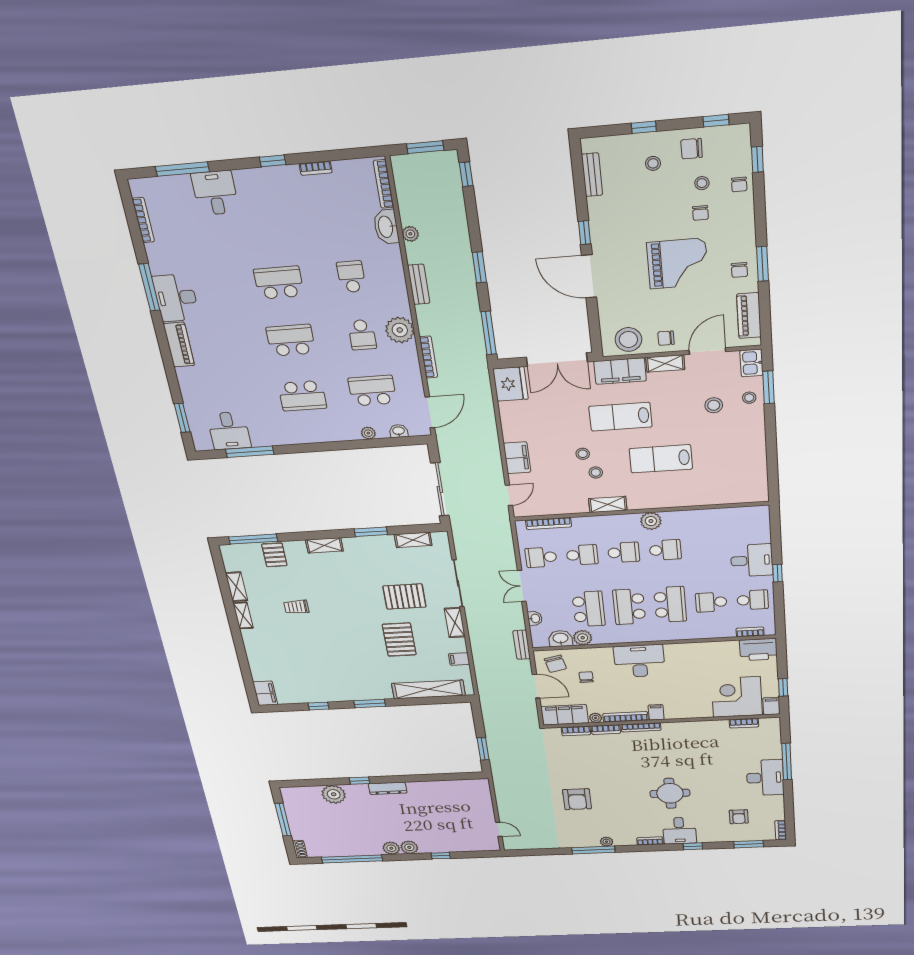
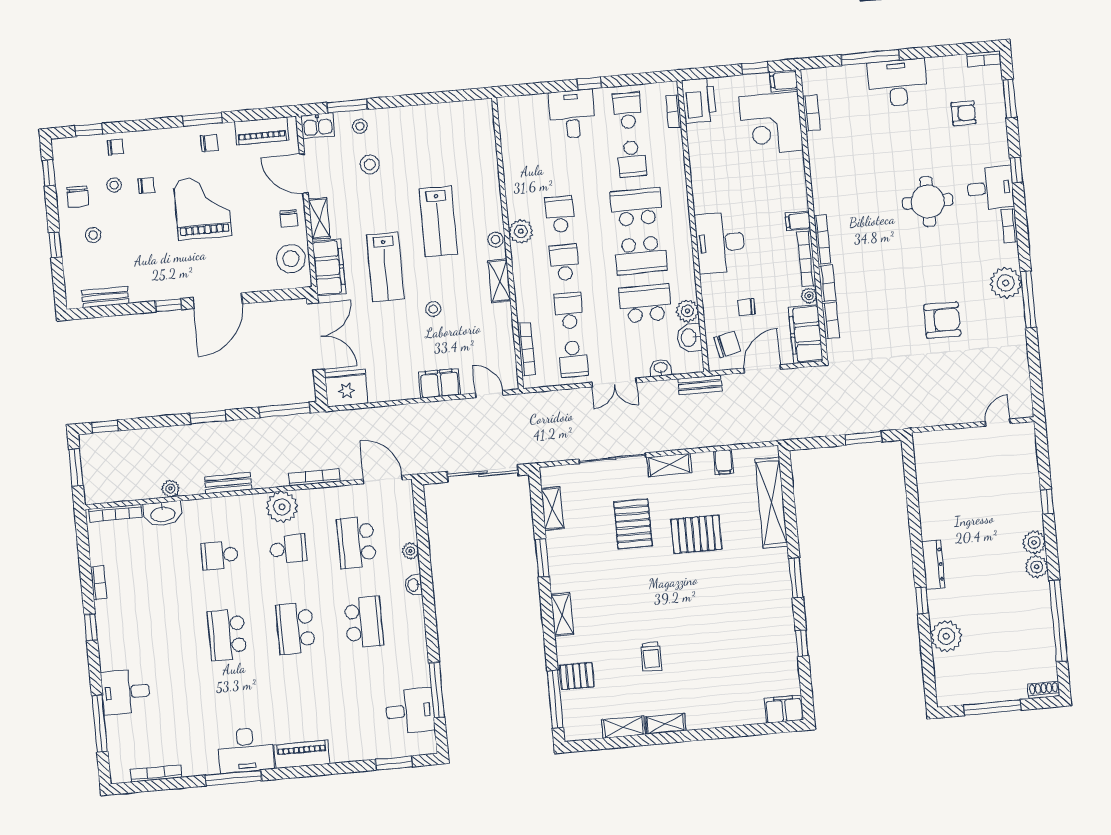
washbasin: (399, 431) -> (414, 585), moved
stool: (596, 472) -> (496, 240), moved
plant: (607, 842) -> (1006, 283), width x1.88, depth x1.88

